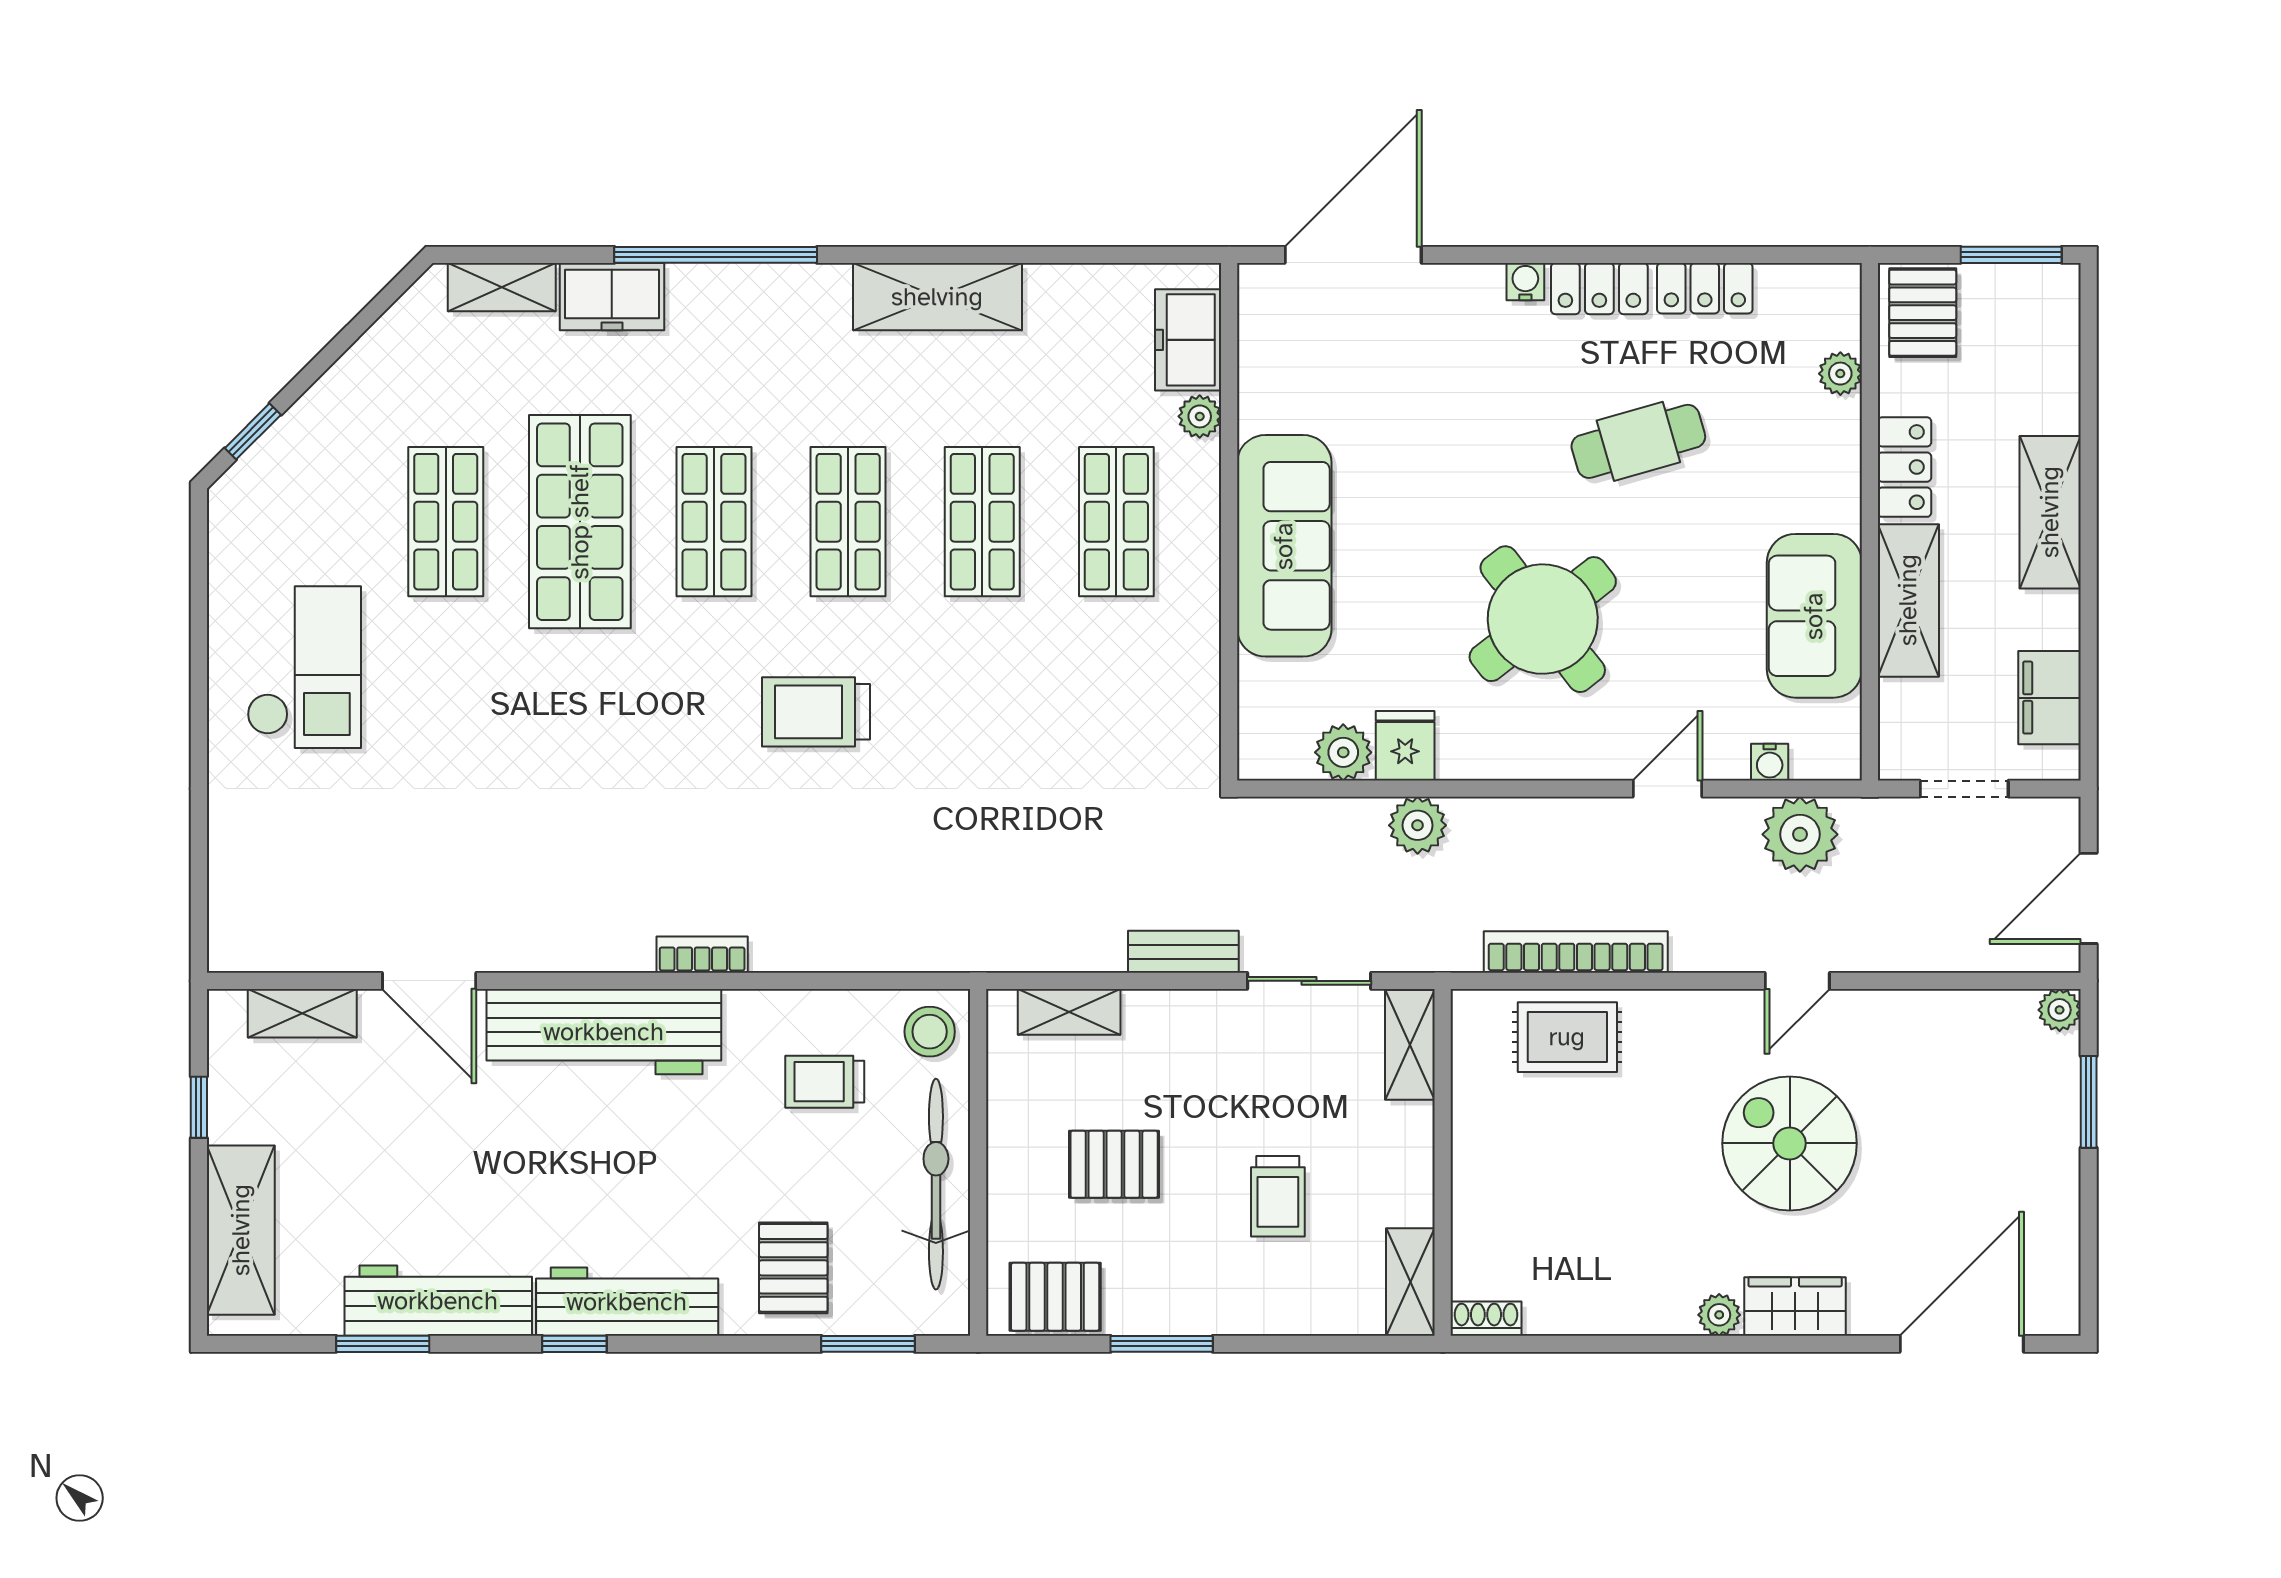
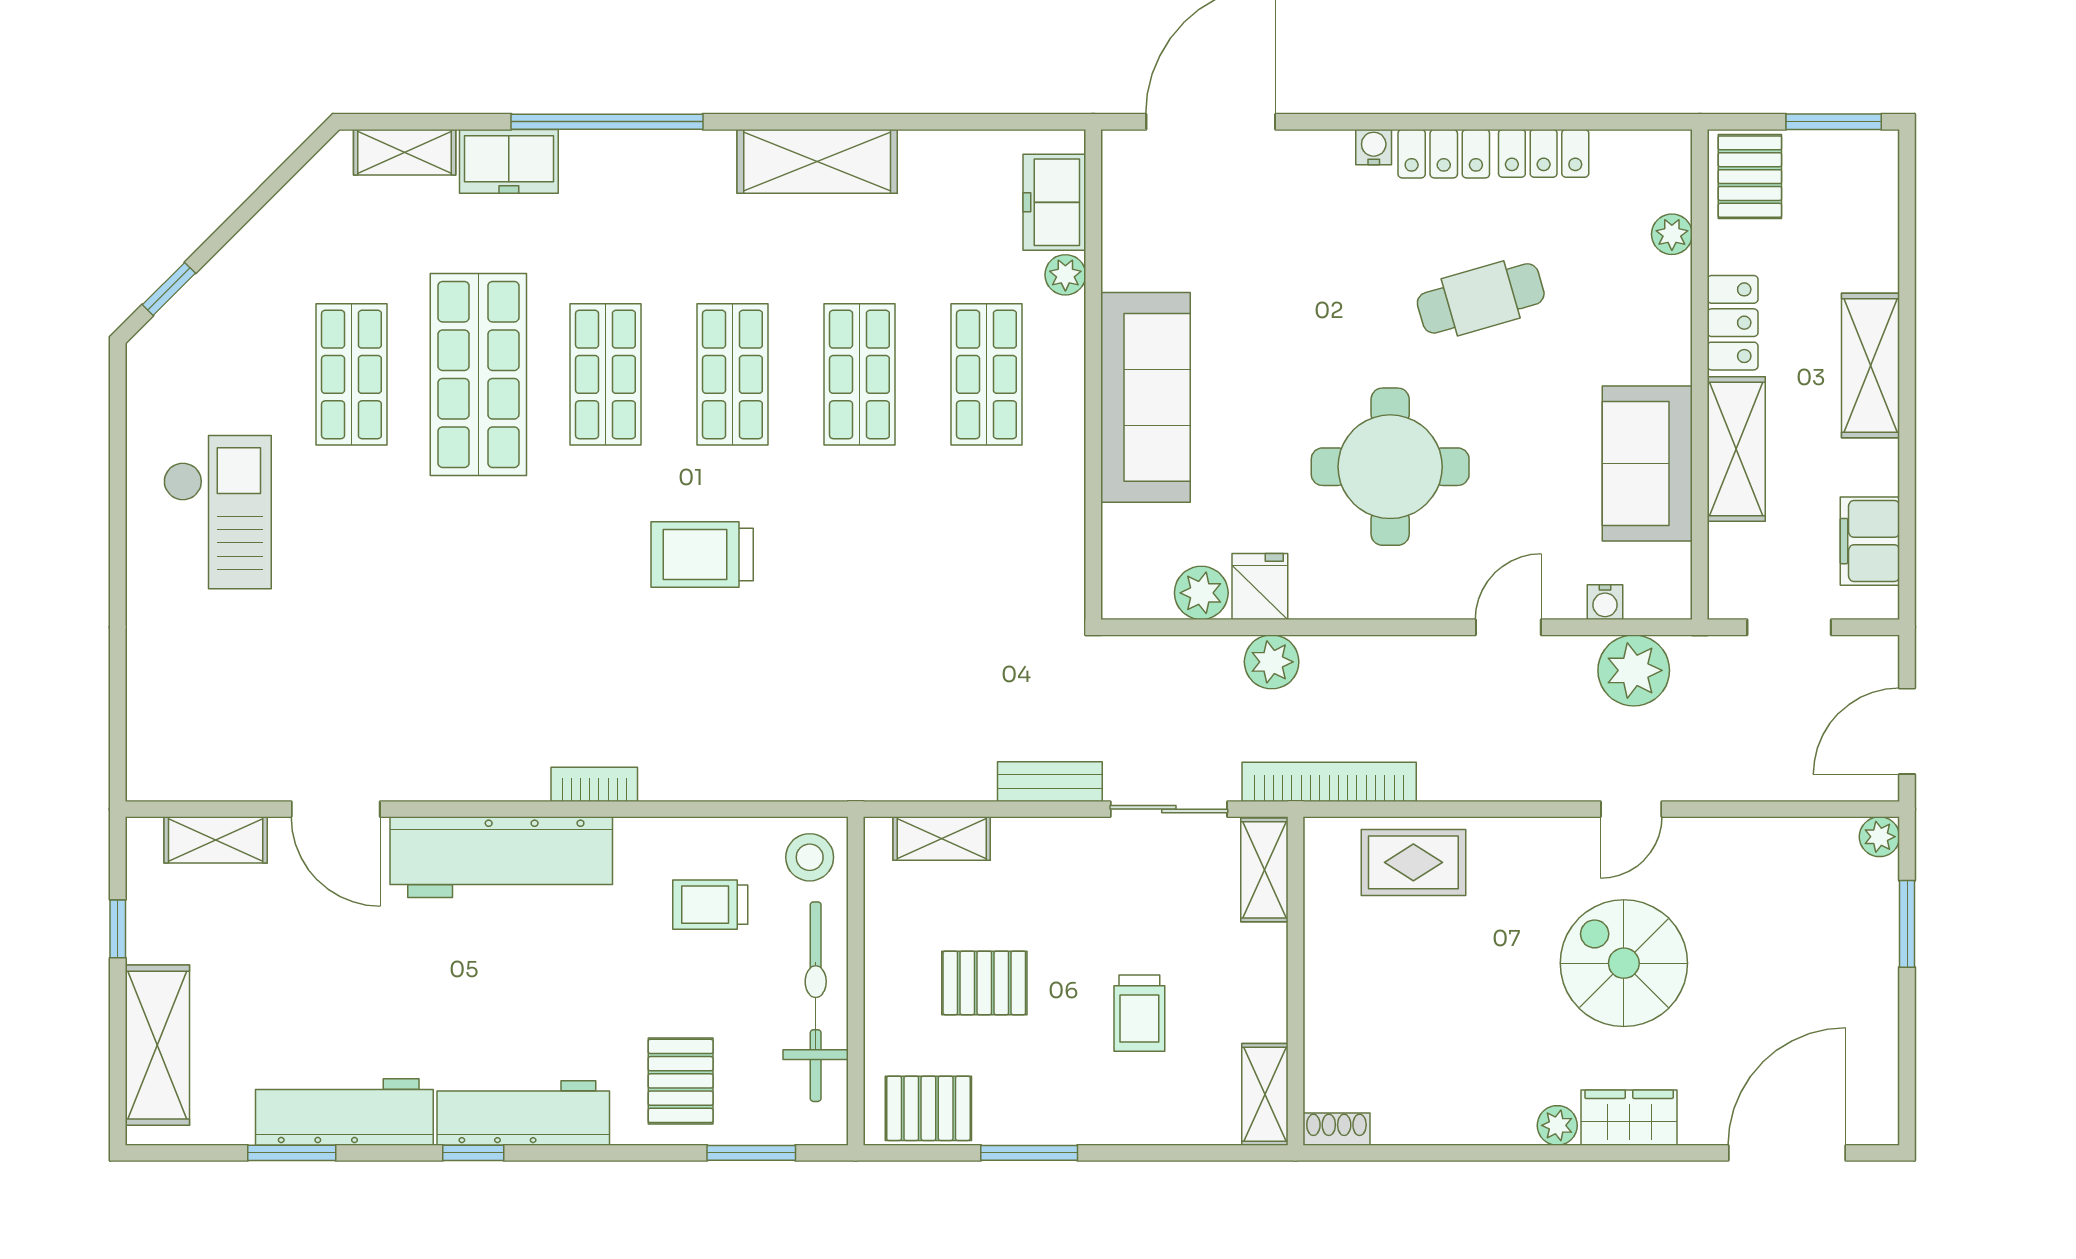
round table: (1543, 619) -> (1390, 467), turned 38
bookcase: (1576, 952) -> (1329, 782), moved

